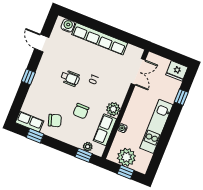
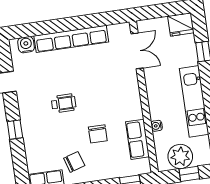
plant: (113, 109) -> (133, 110), removed
plant: (88, 147) -> (129, 170), removed

